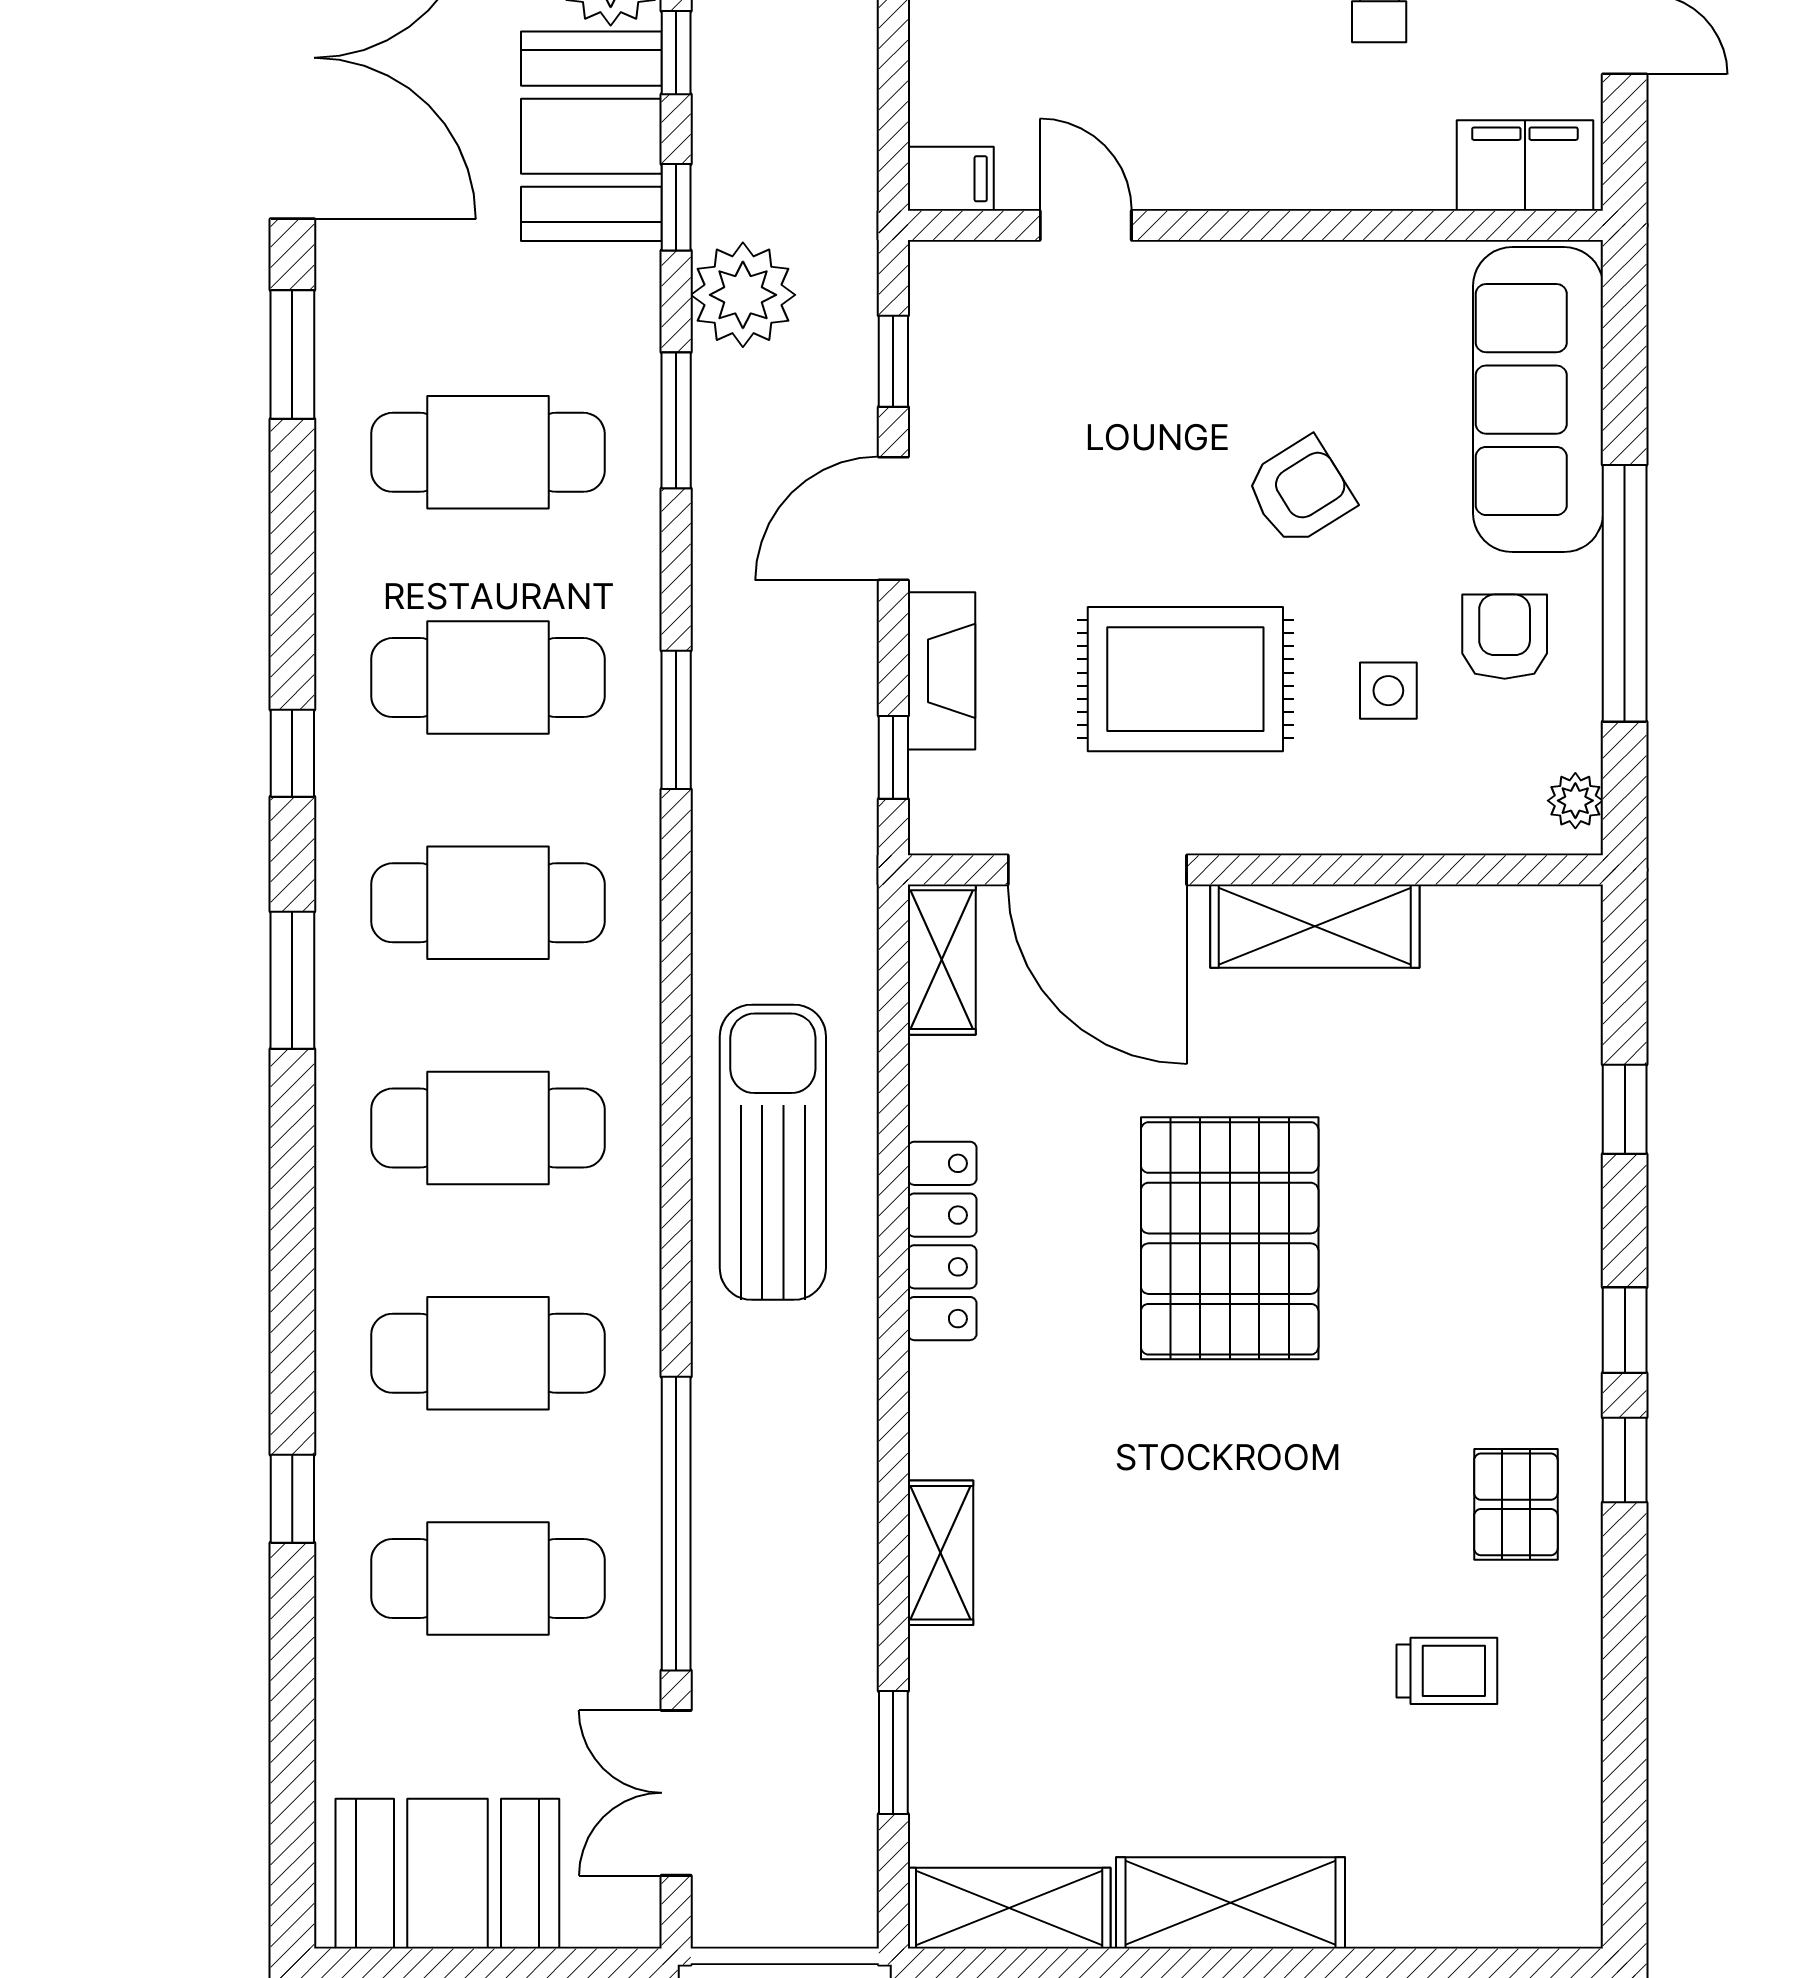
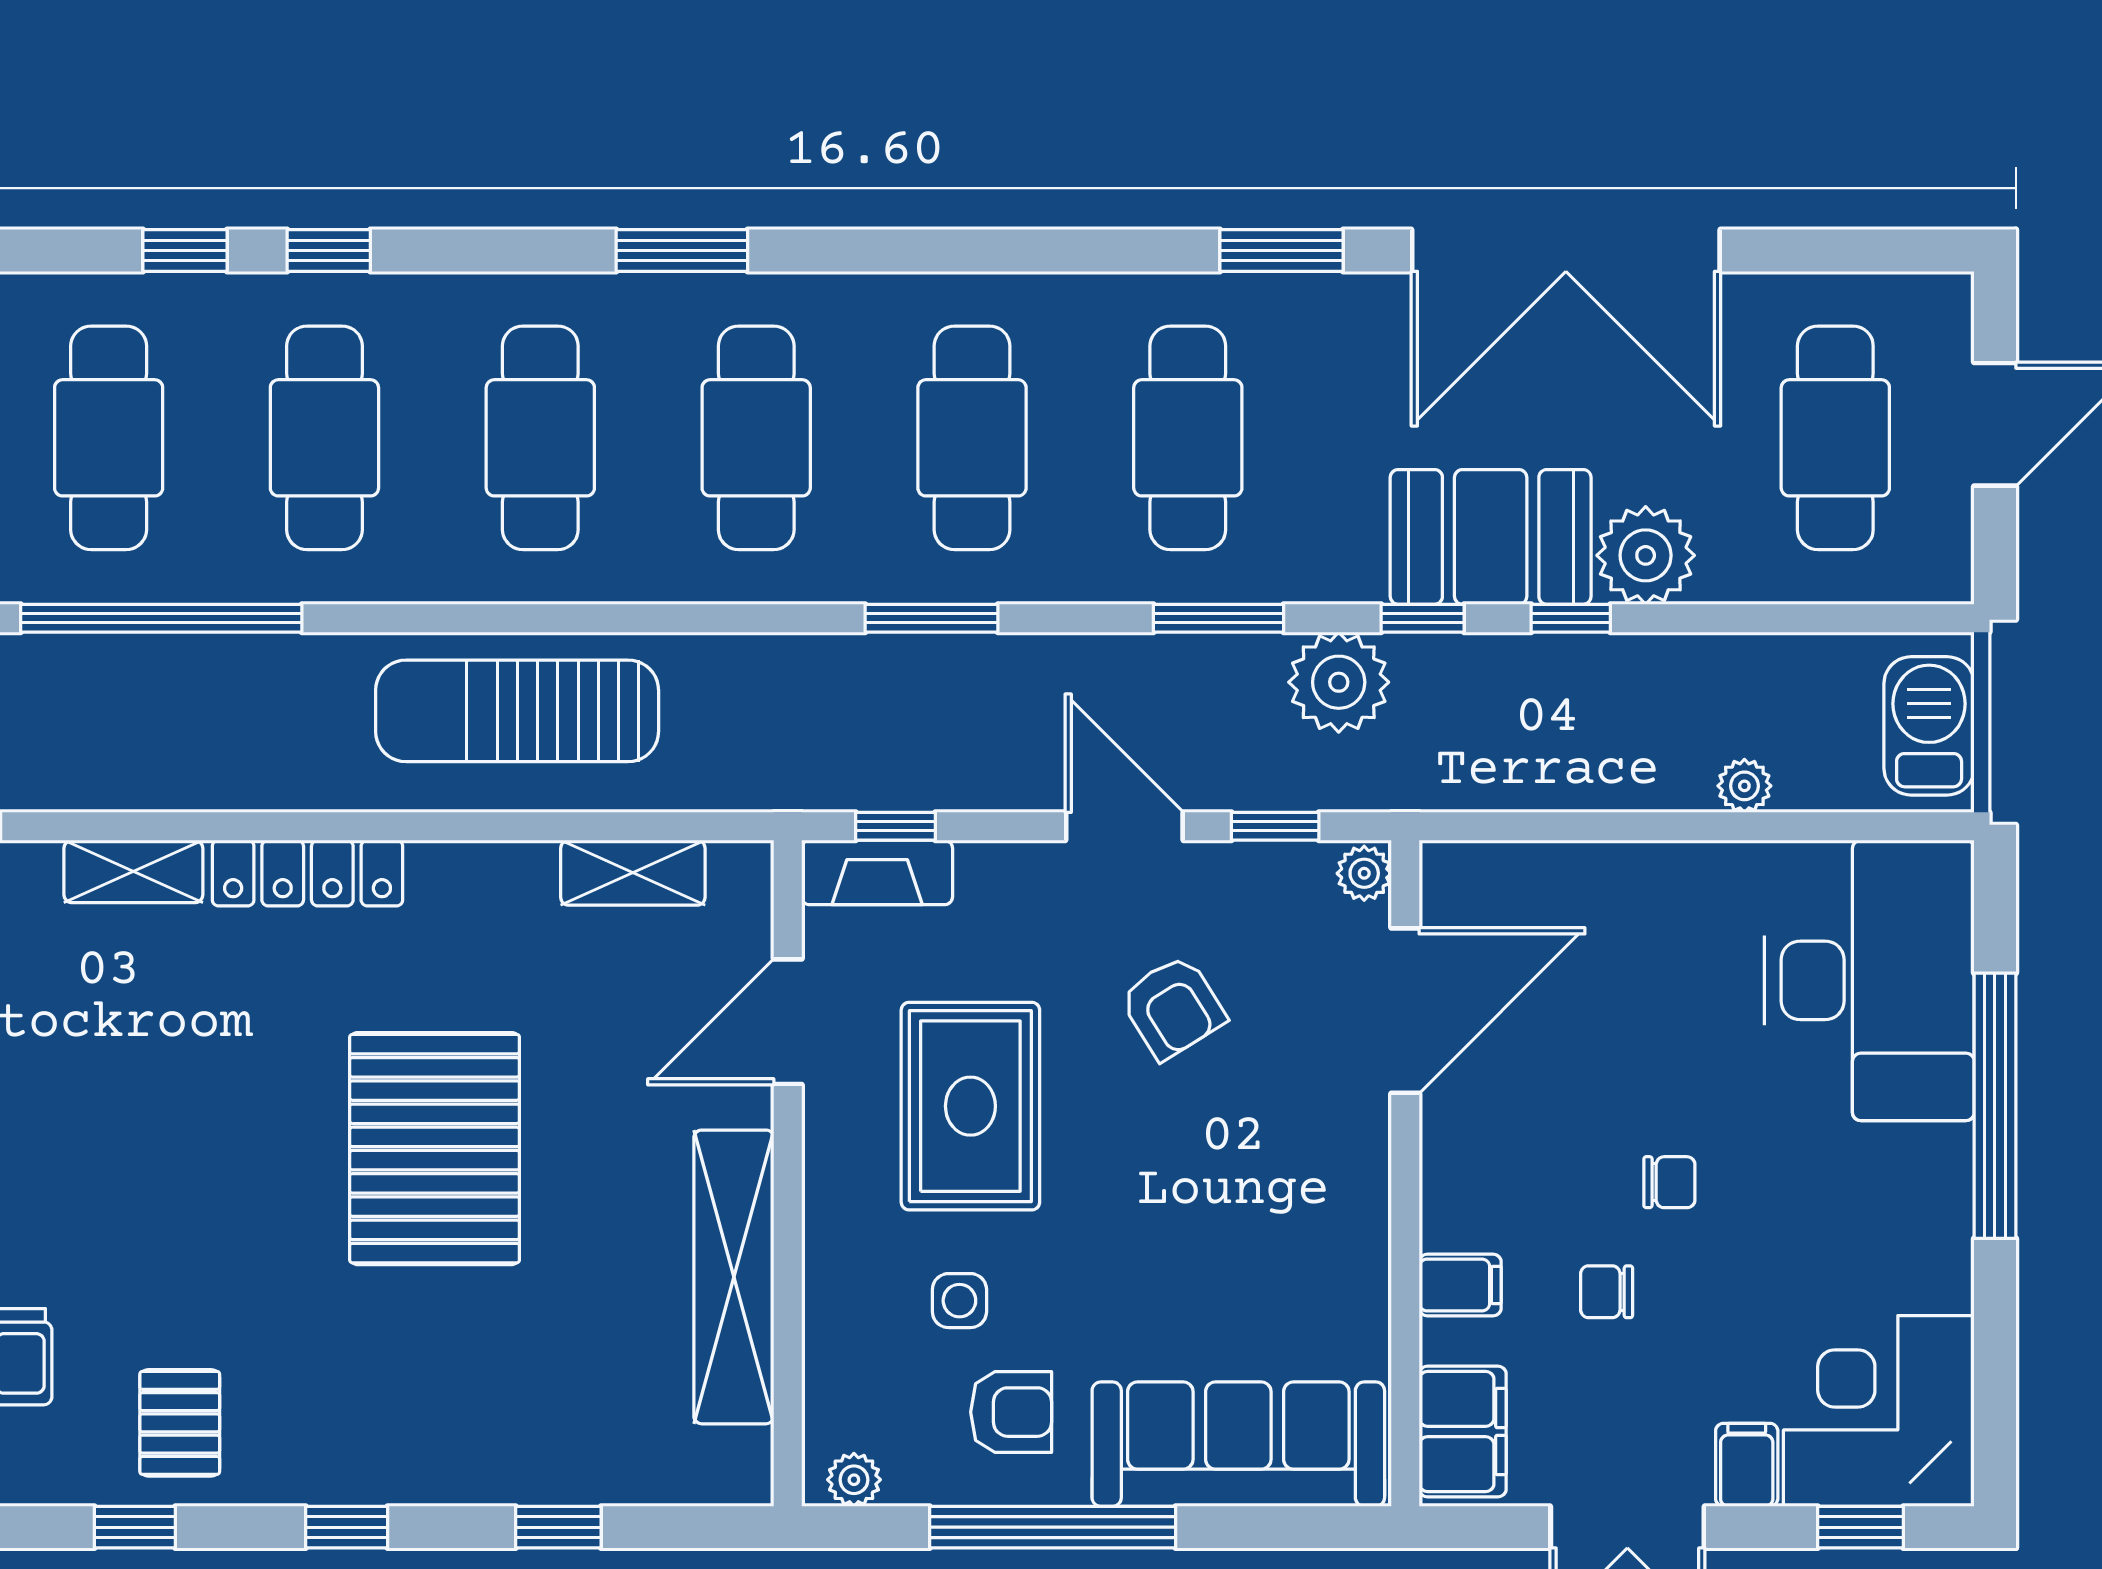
filing cabinet: (951, 179) -> (1460, 1285), moved, turned -90
door: (1086, 225) -> (1405, 1011), width x1.88
plant: (942, 268) -> (1364, 873), added
armchair: (1300, 491) -> (1173, 1007), moved
fireplace: (942, 671) -> (877, 872), moved
window: (292, 753) -> (329, 250), moved
door: (1097, 870) -> (788, 1022), width x0.73
shelving: (1315, 926) -> (734, 1277), width x1.47
shelving: (942, 960) -> (633, 873), moved
sun lounger: (773, 1152) -> (517, 711), turned 180
pallet: (1230, 1238) -> (435, 1149), turned 90
locker: (942, 1241) -> (308, 873), moved
window: (1625, 1460) -> (135, 1527), moved
pallet: (1516, 1504) -> (180, 1423), turned 90

